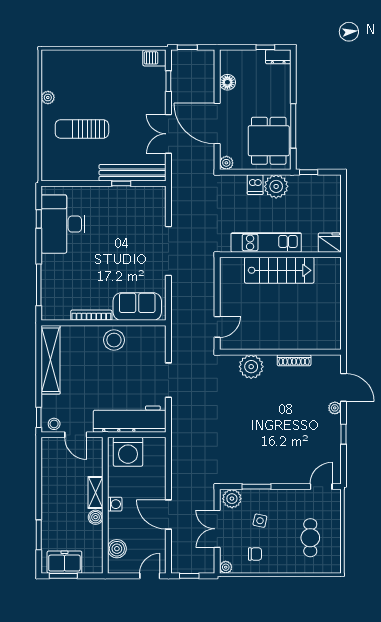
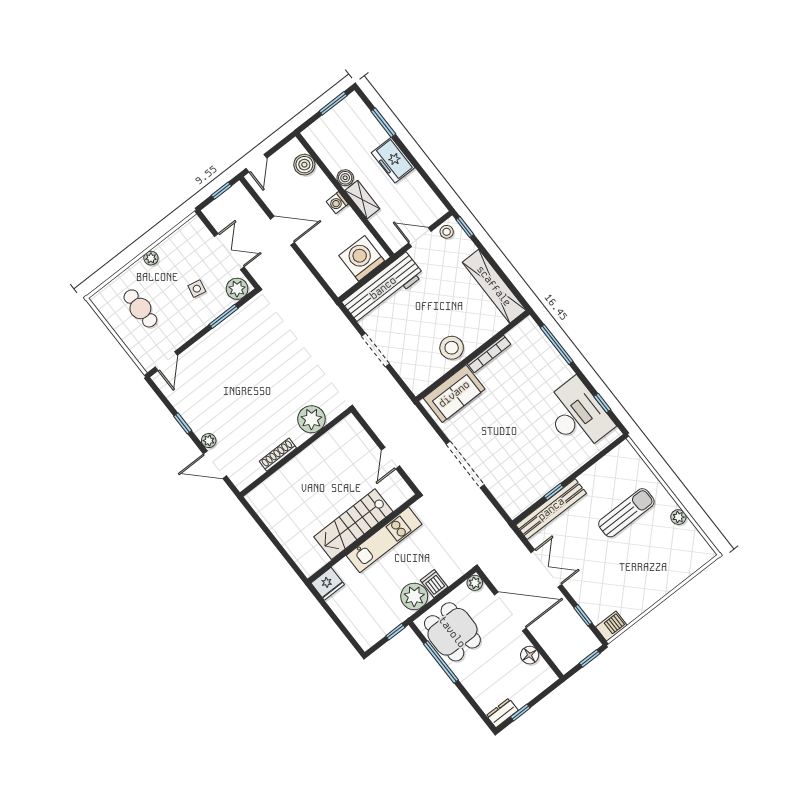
door: (217, 327) -> (391, 458), moved
chair: (255, 554) -> (178, 256), removed
freezer: (64, 562) -> (393, 160), moved, turned 90
plant: (226, 567) -> (151, 258), moved

